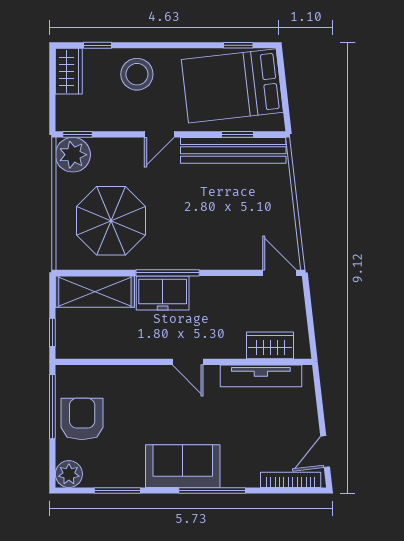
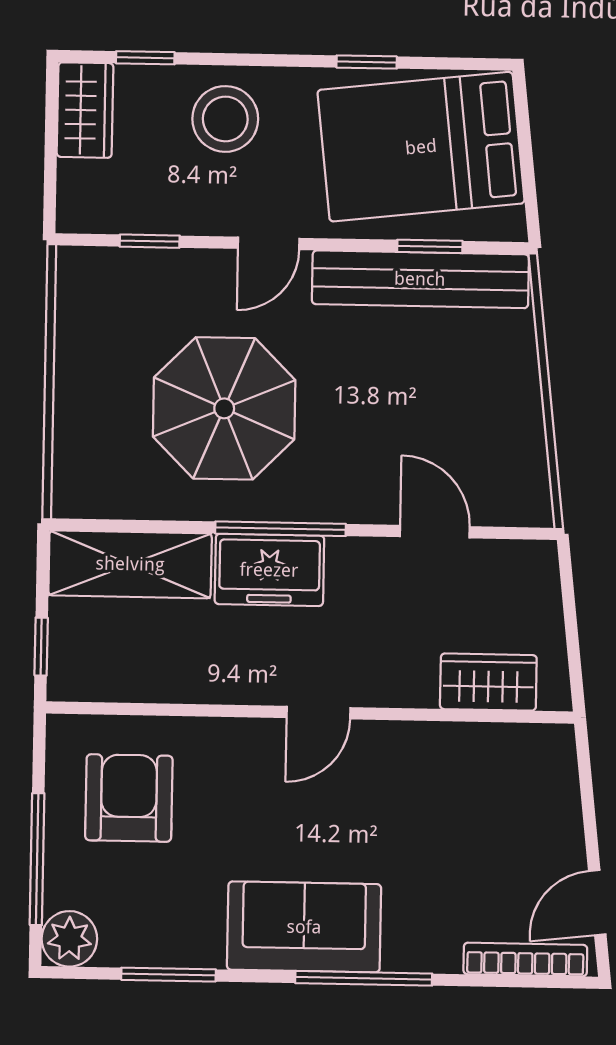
window: (238, 45) -> (367, 62), moved
window: (77, 134) -> (150, 241), moved
plant: (73, 155) -> (90, 282), removed
parasol: (111, 221) -> (224, 408), moved
door: (280, 273) -> (435, 532), moved
door: (188, 362) -> (318, 713), hinge flipped
tv unit: (261, 376) -> (468, 744), removed
window: (52, 407) -> (37, 859), moved
armchair: (82, 419) -> (129, 798), moved

